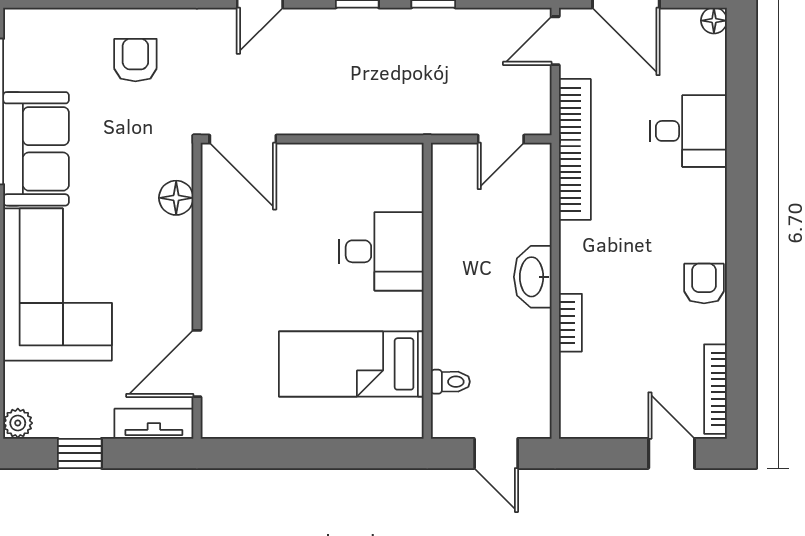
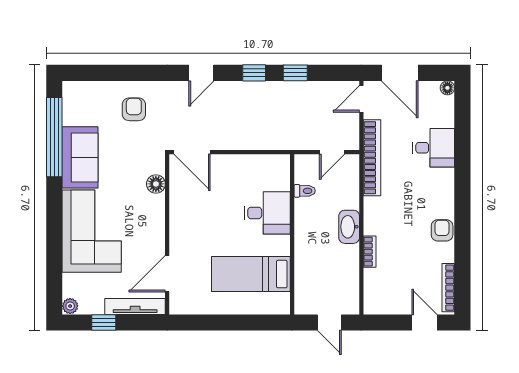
toilet: (450, 382) -> (305, 191), moved
tv unit: (154, 424) -> (135, 306), width x1.41

